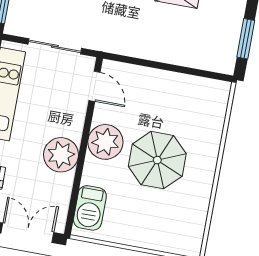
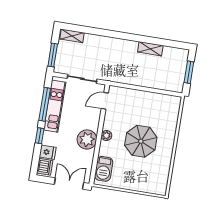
door: (94, 86) -> (105, 101), swing flipped
plant: (105, 142) -> (106, 136), width x0.53, depth x0.53

